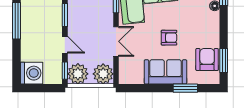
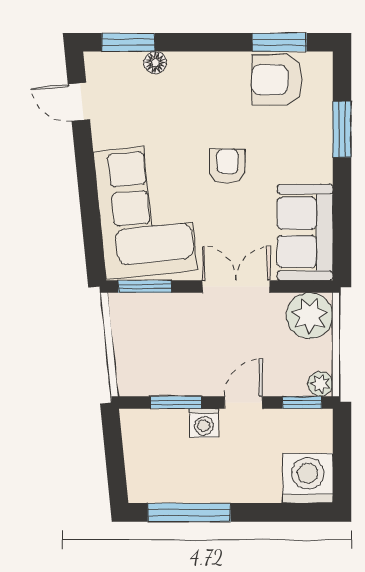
washing machine: (56, 27) -> (204, 423), added
sofa: (165, 72) -> (305, 232), moved
plant: (78, 74) -> (320, 384), width x0.53, depth x0.53

